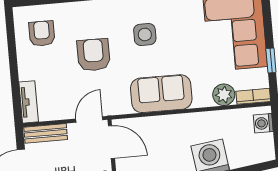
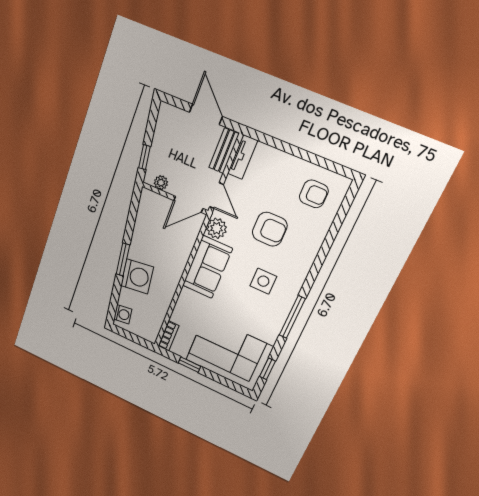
plant: (224, 95) -> (217, 228), moved
tv unit: (29, 102) -> (243, 157), moved, turned -90
washing machine: (263, 123) -> (123, 314), moved, turned 82

